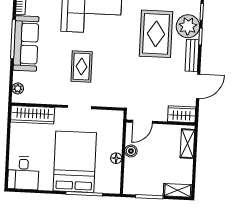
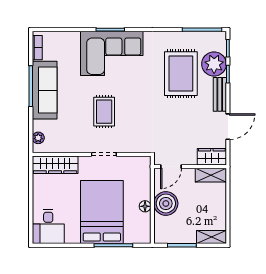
shelving: (187, 144) -> (211, 175), moved, turned 90
boiler: (131, 151) -> (166, 203), width x1.86, depth x1.86

